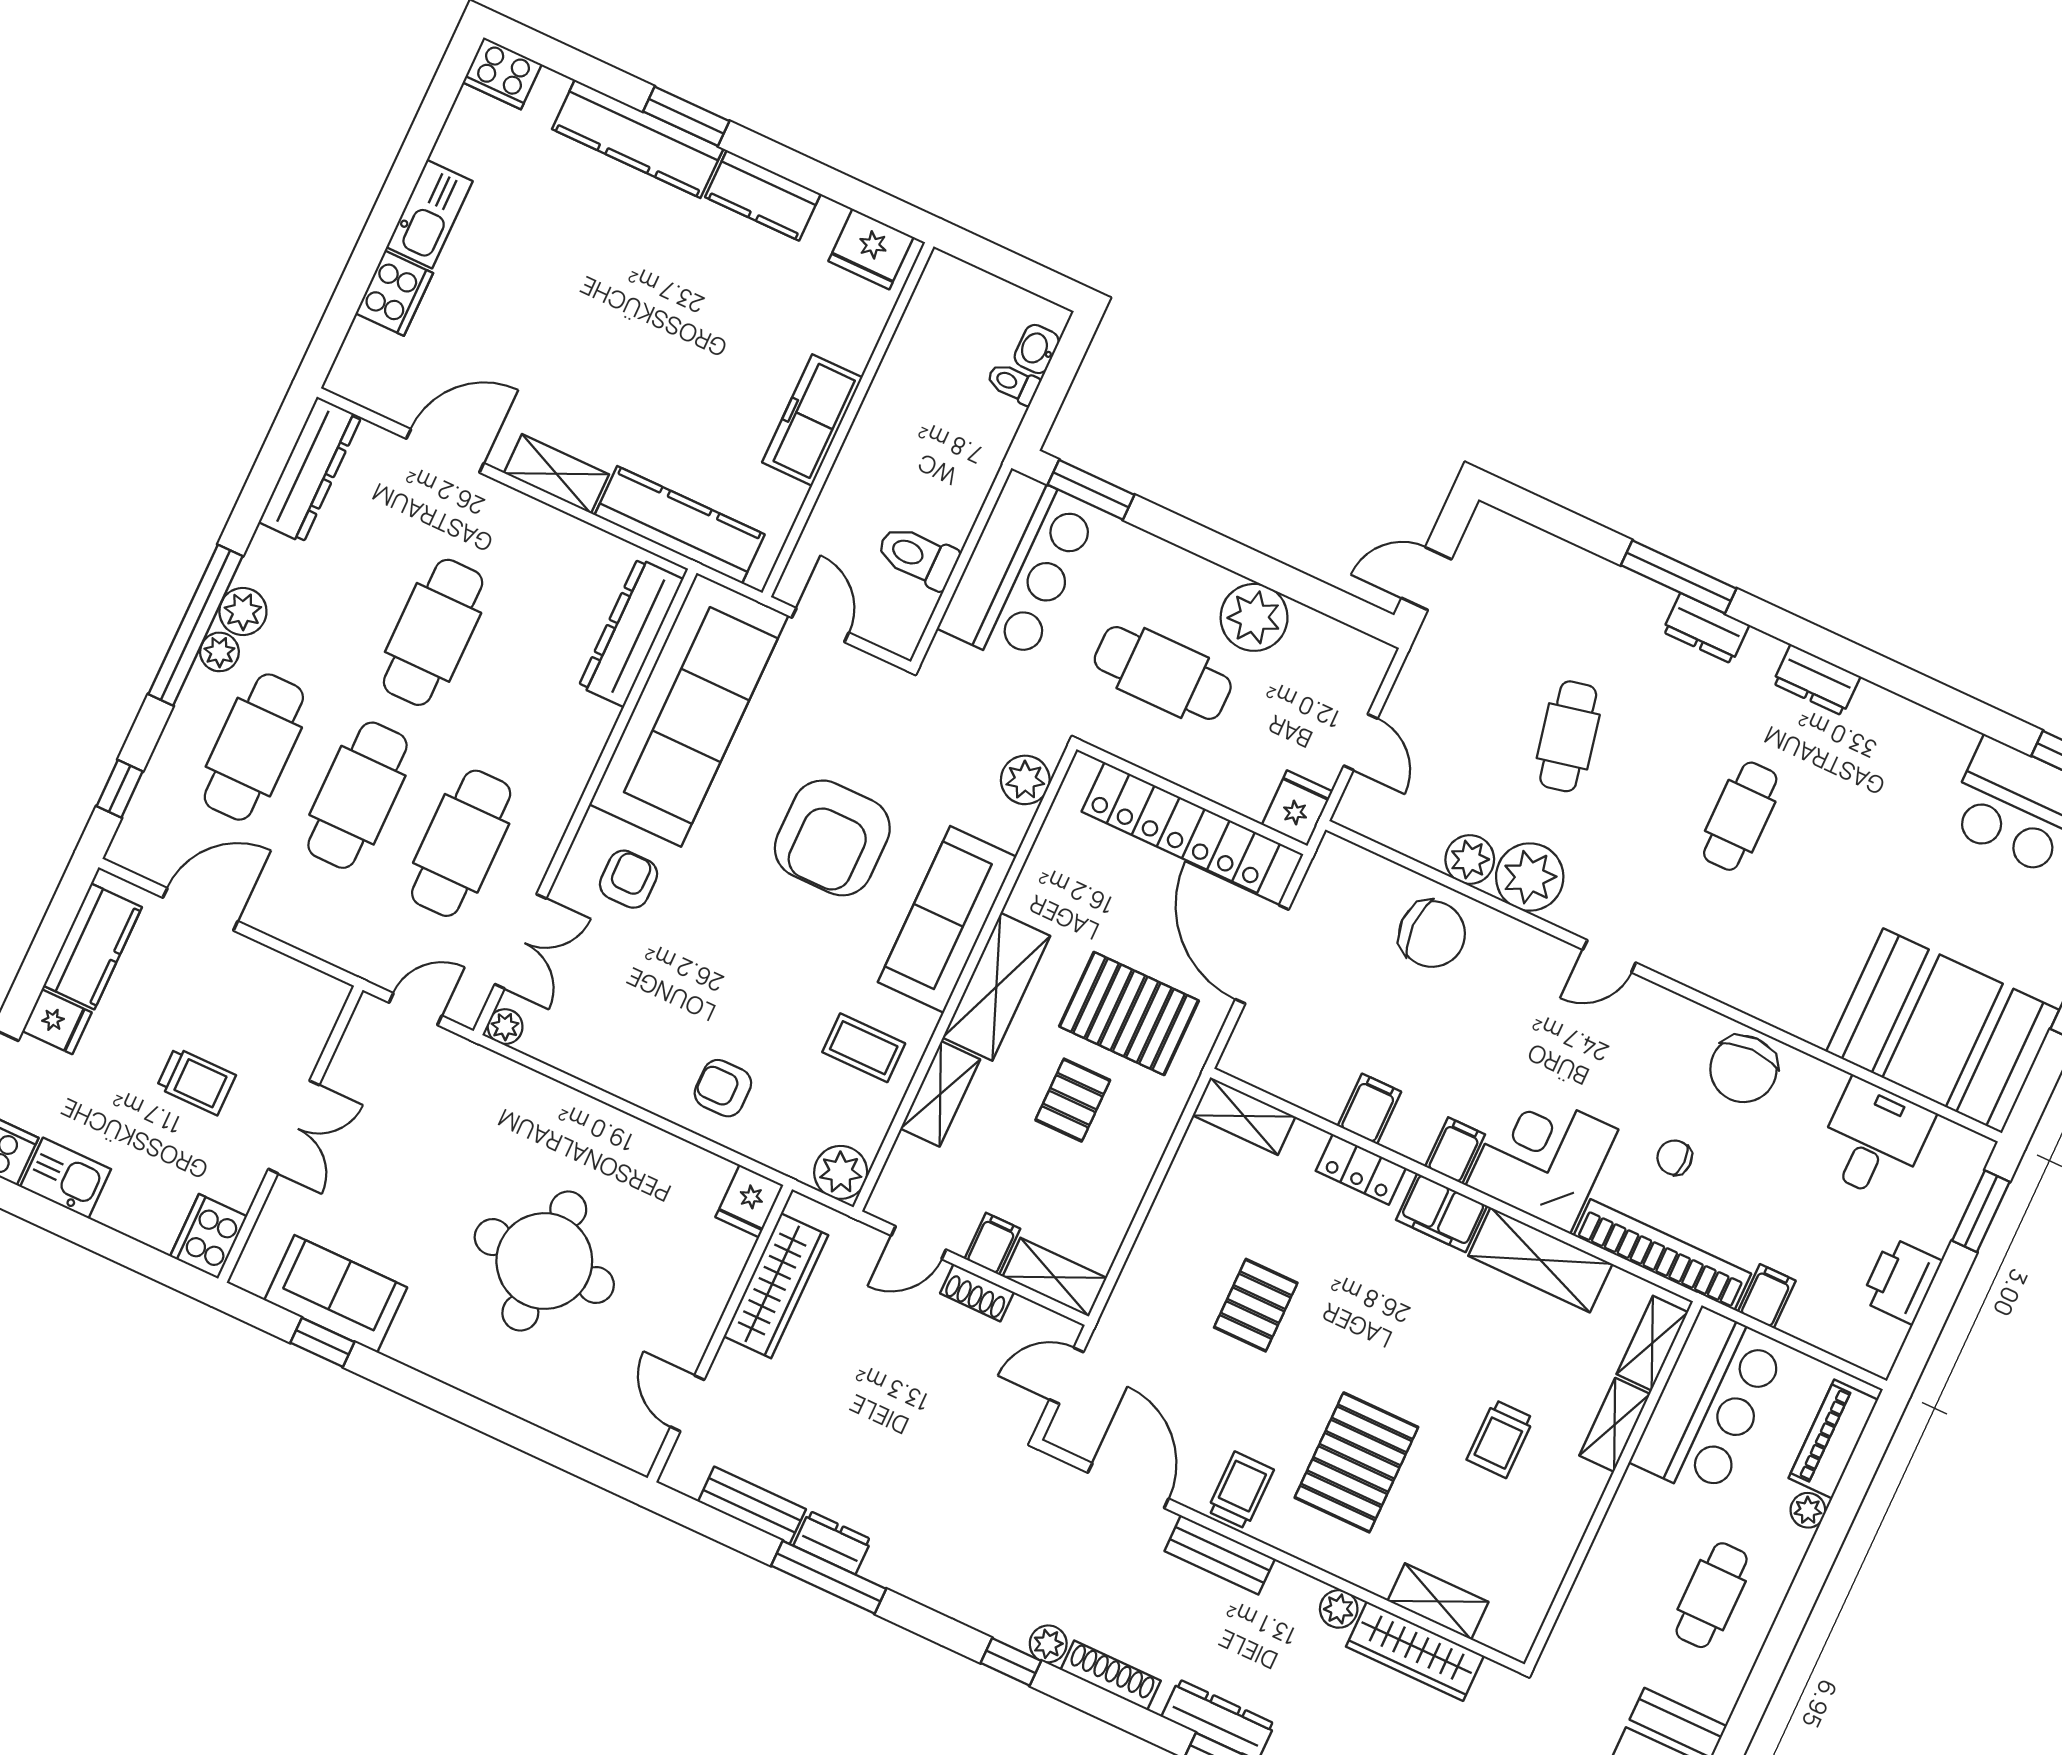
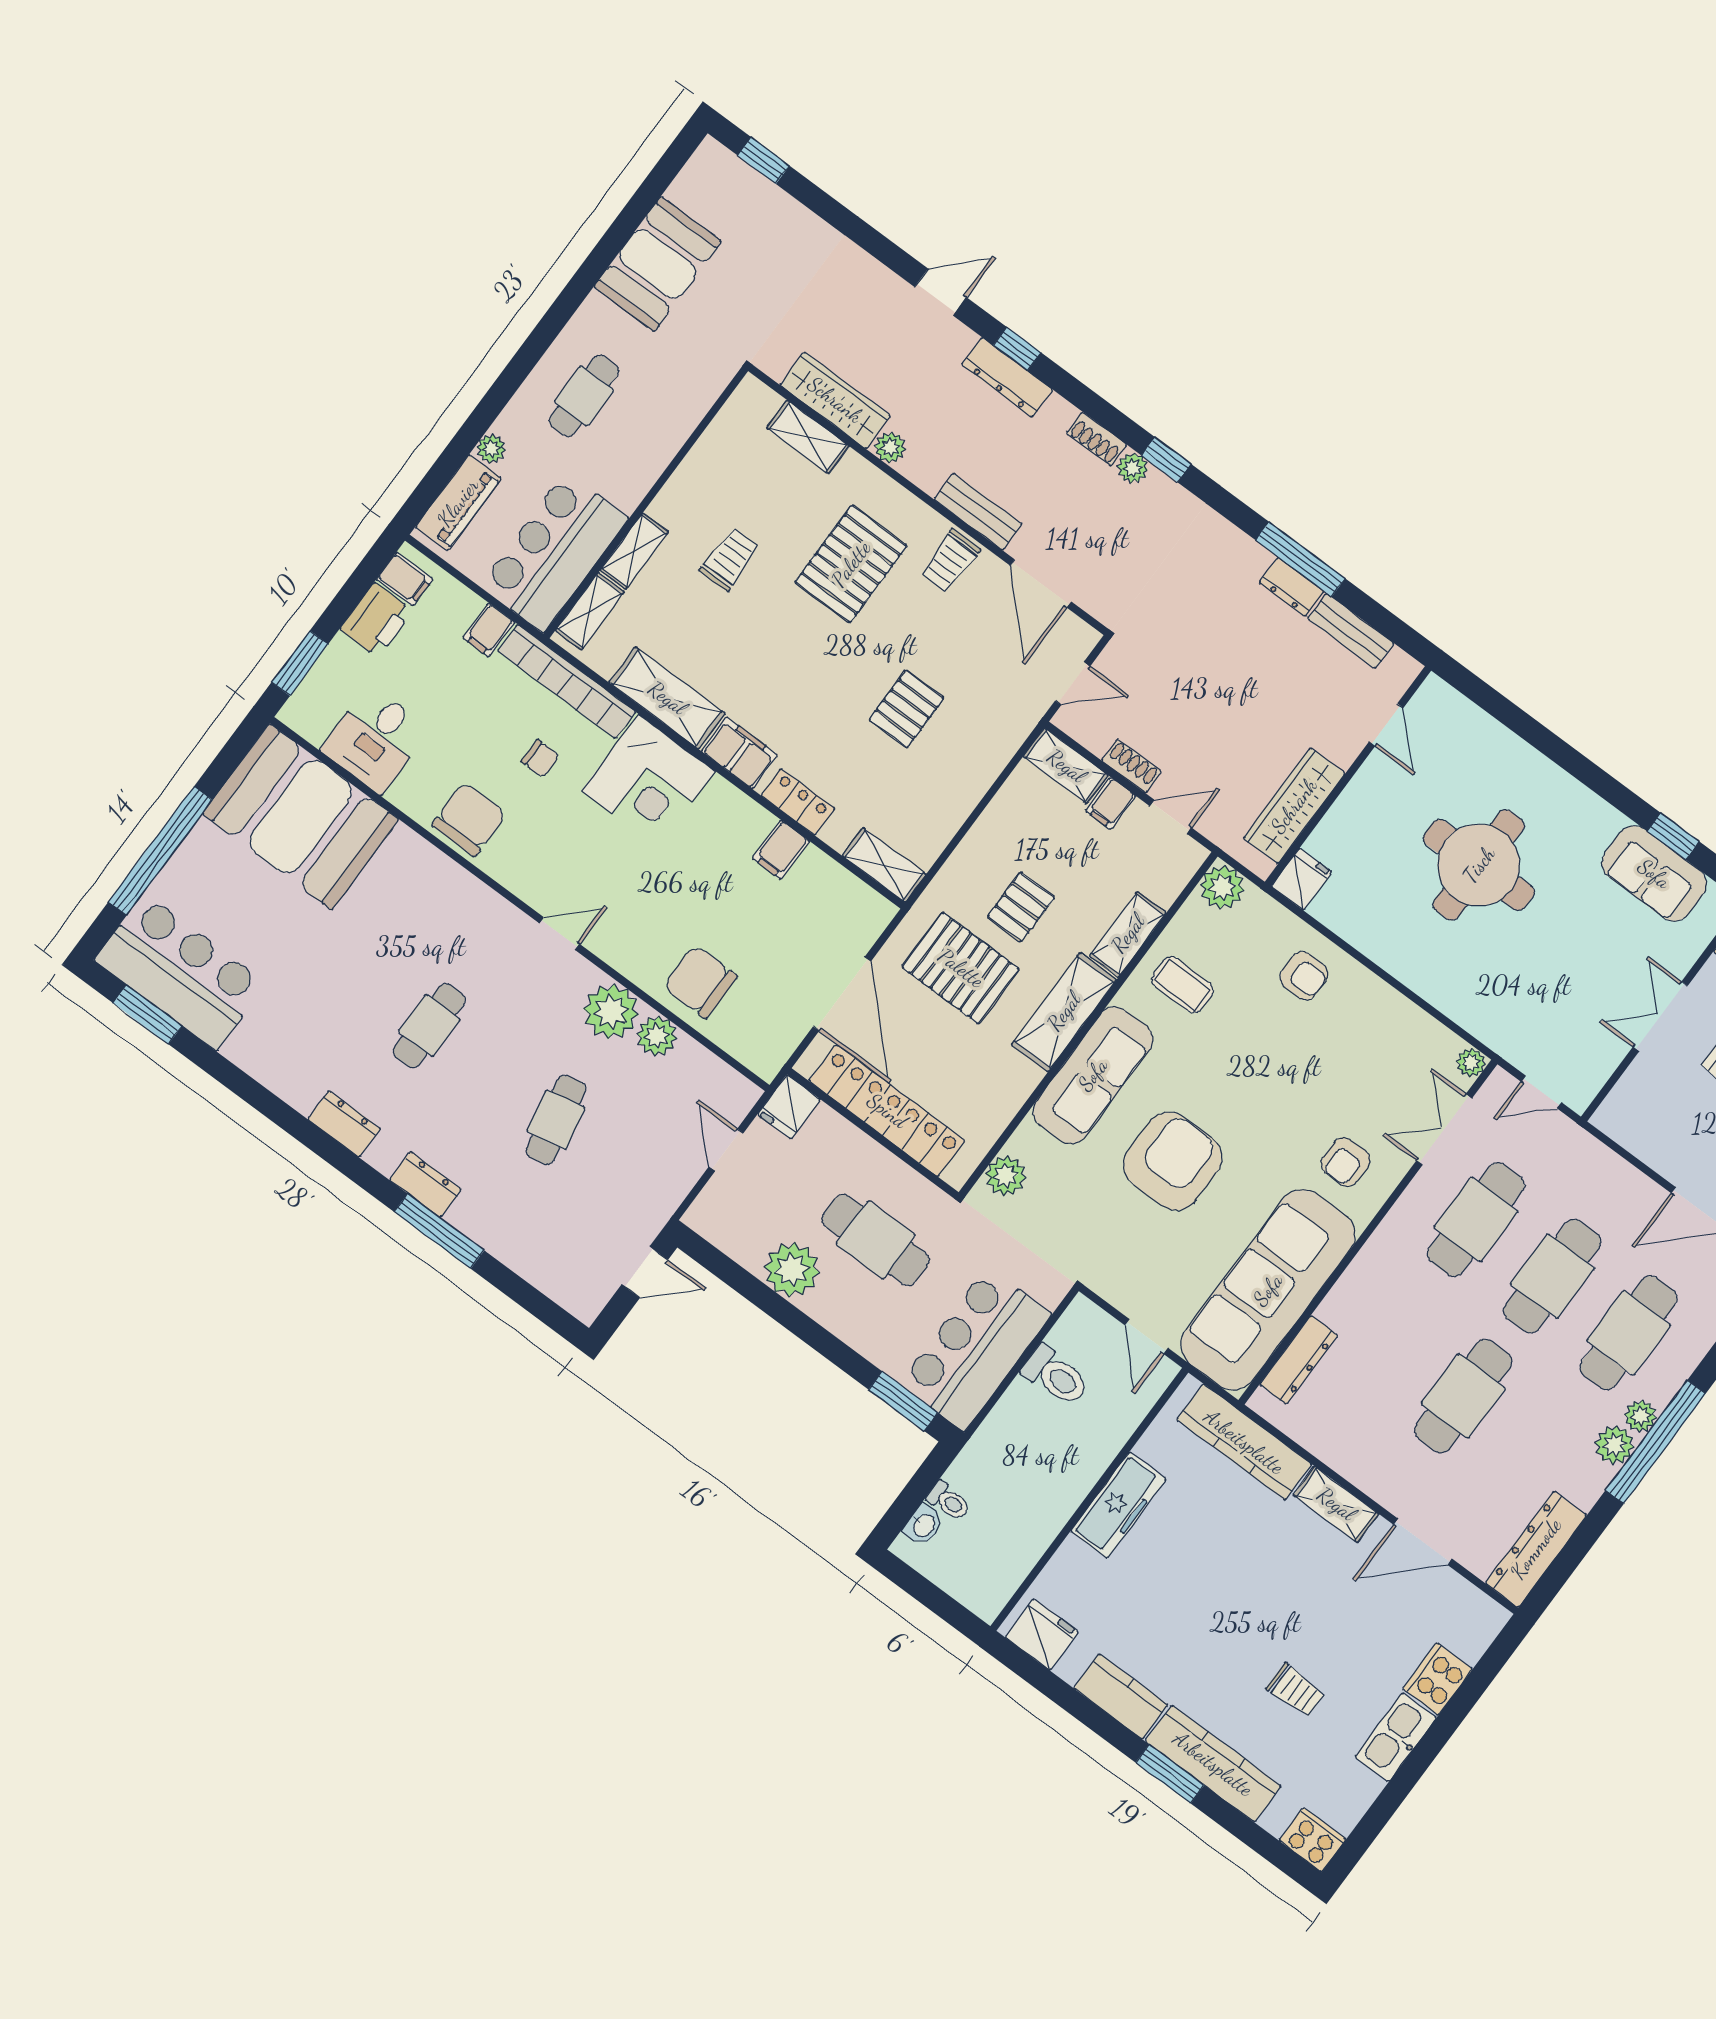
trolley: (558, 245) -> (1296, 1690), added
dresser: (631, 633) -> (1299, 1360), width x0.73, depth x0.80
filing cabinet: (1455, 1151) -> (405, 579), moved, turned -90
shoe rack: (1111, 1675) -> (1097, 439), width x0.70

